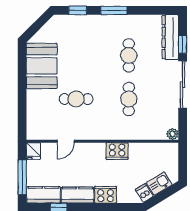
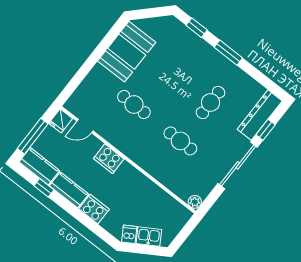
cafe table: (129, 99) -> (180, 141), turned 90
door: (66, 141) -> (85, 126), moved
cooker: (117, 151) -> (109, 159), moved

